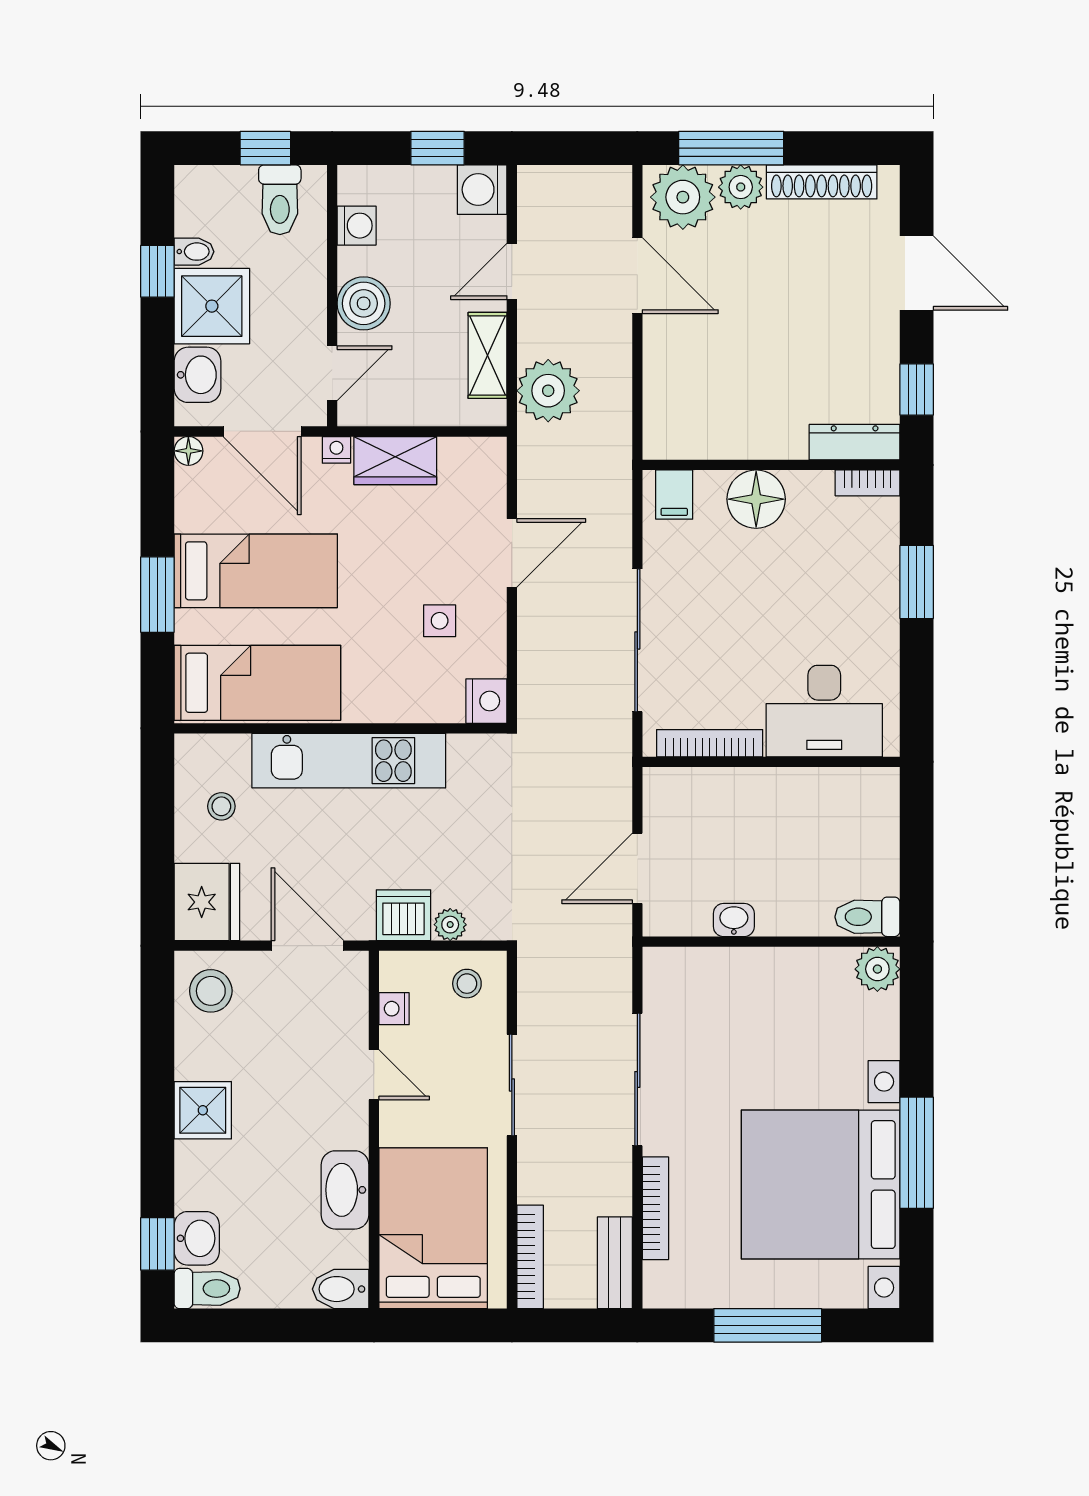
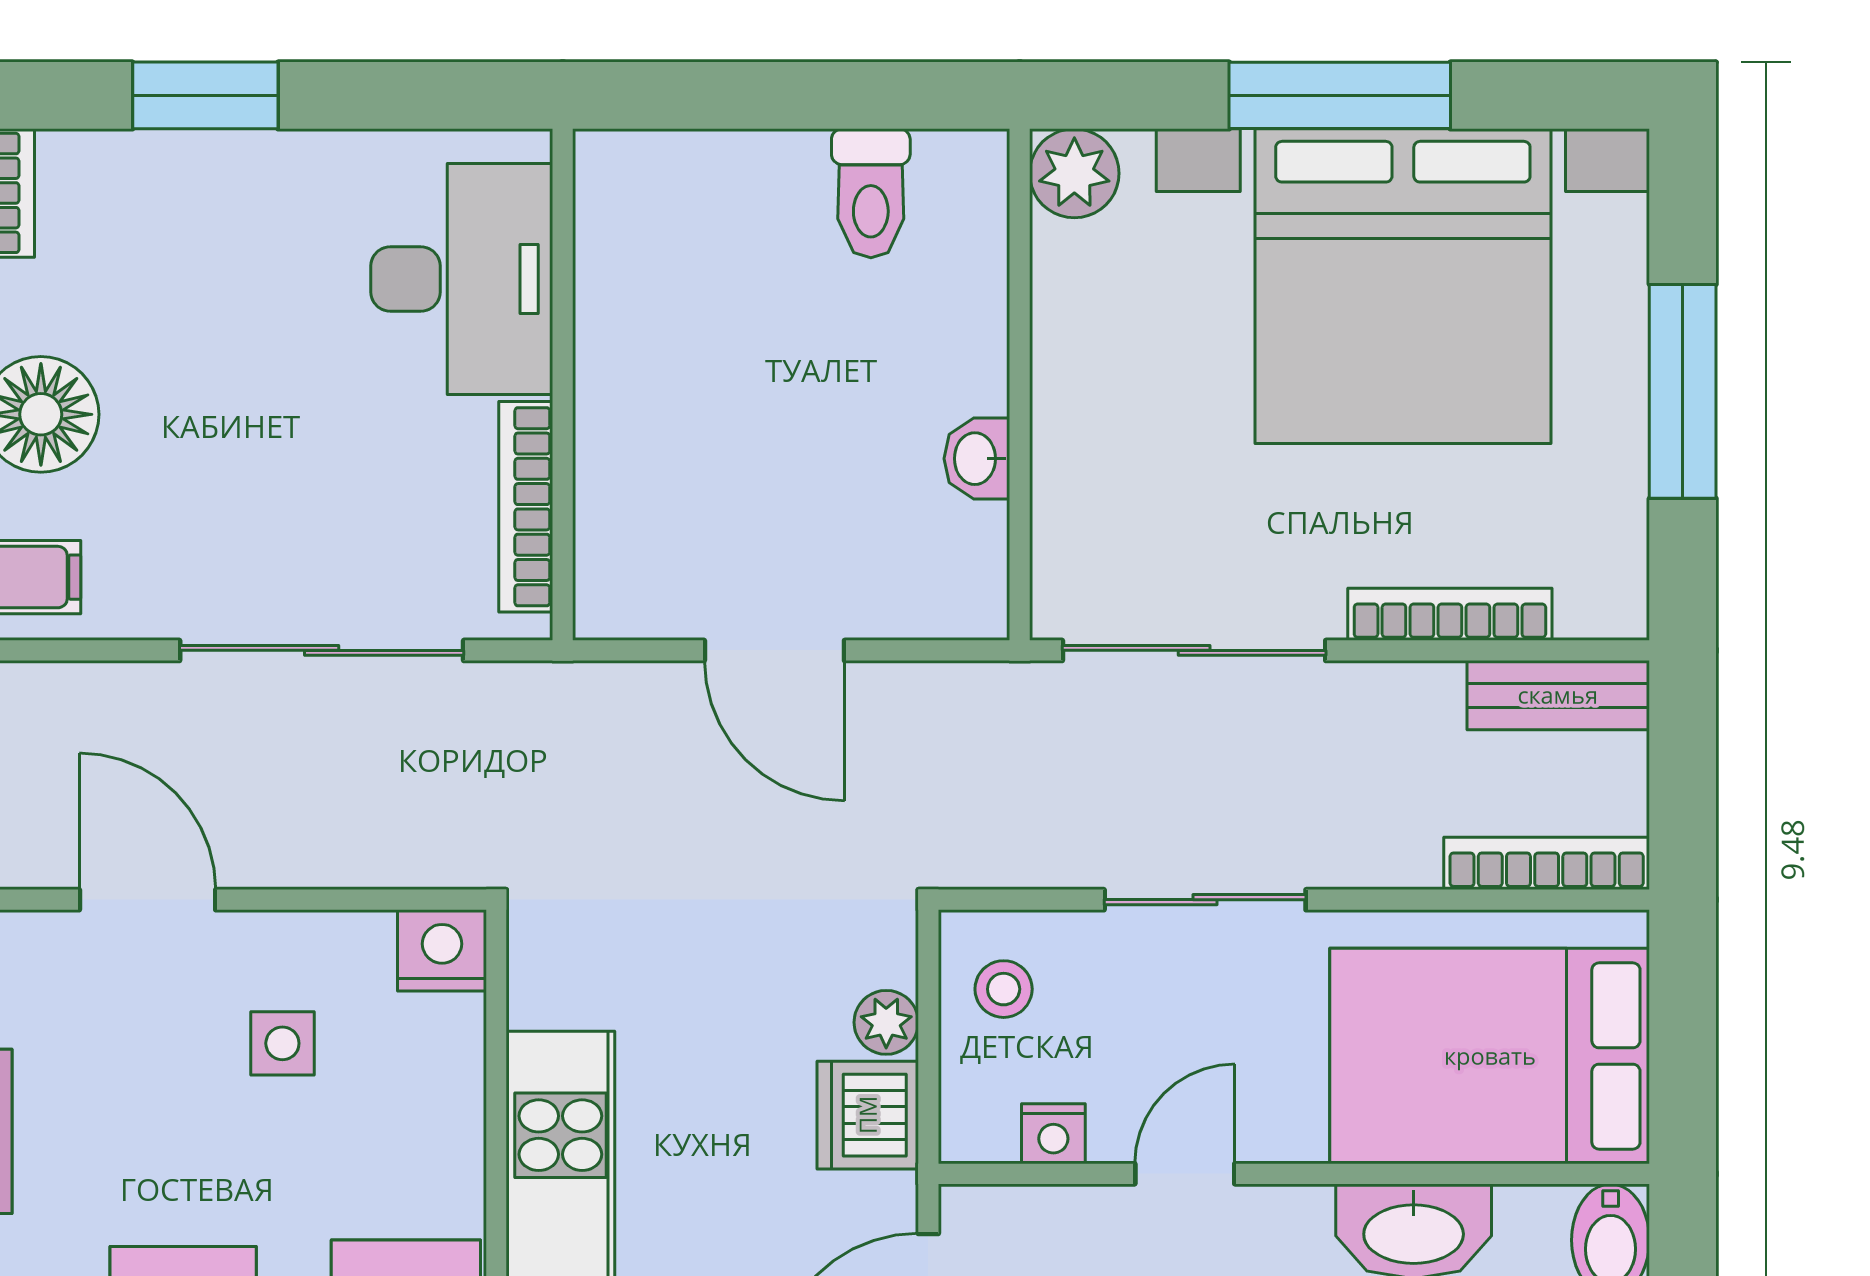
washbasin: (734, 920) -> (977, 459), moved
wall: (771, 942) -> (1020, 385), moved
plant: (877, 969) -> (1074, 173), moved

